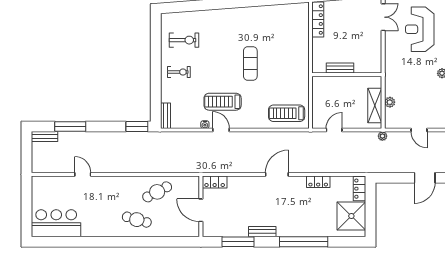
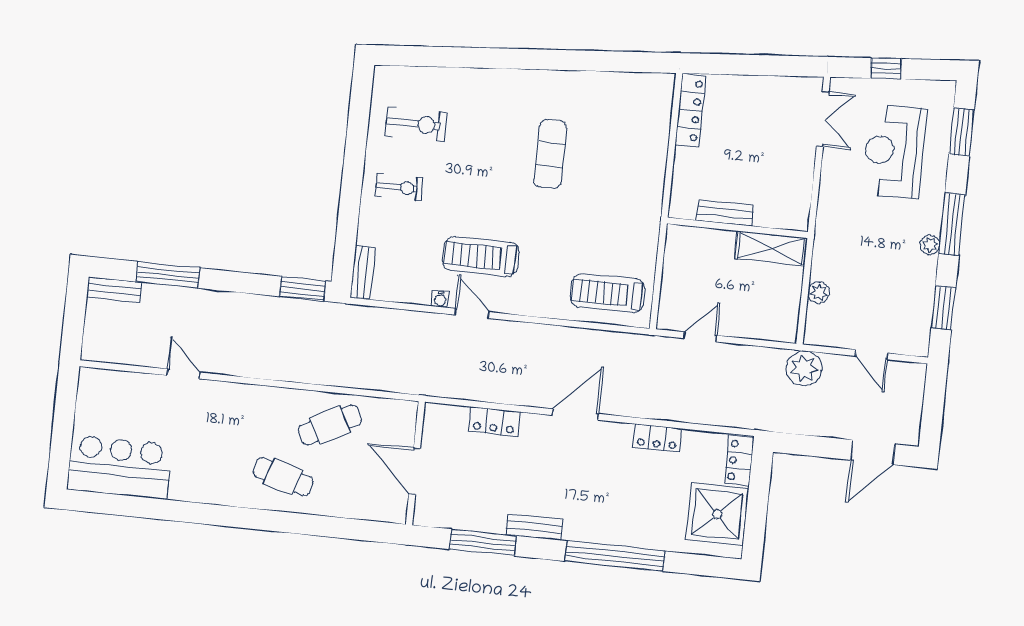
exercise mat: (250, 64) -> (550, 154), moved
shelving: (375, 106) -> (771, 248), moved, turned 90
plant: (382, 136) -> (804, 368), width x1.88, depth x1.88
locker: (215, 182) -> (494, 422), moved

